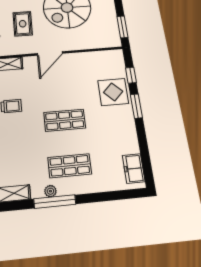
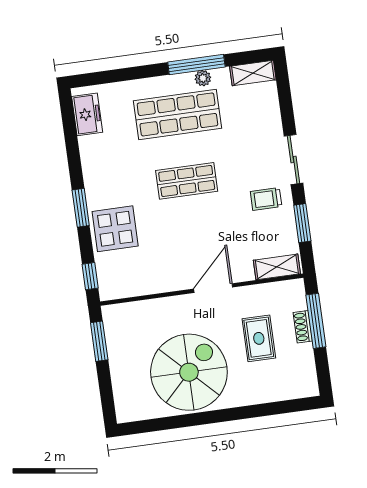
window: (131, 75) -> (90, 276), moved
shop shelf: (70, 166) -> (177, 114), width x1.43, depth x1.36

